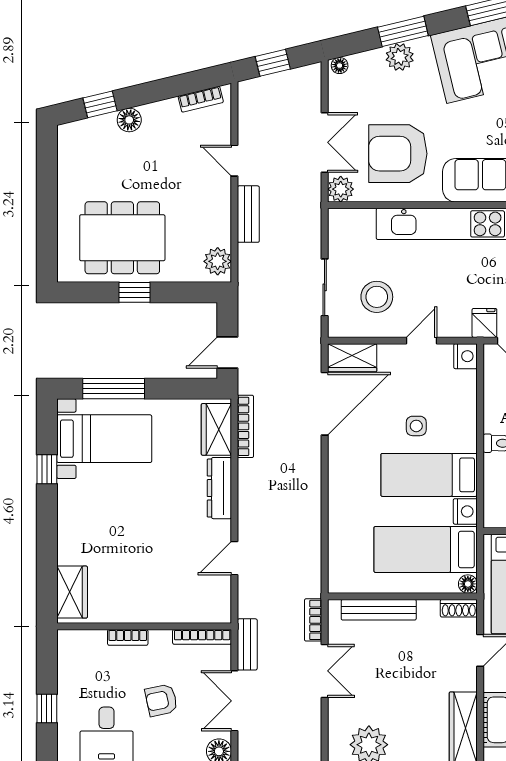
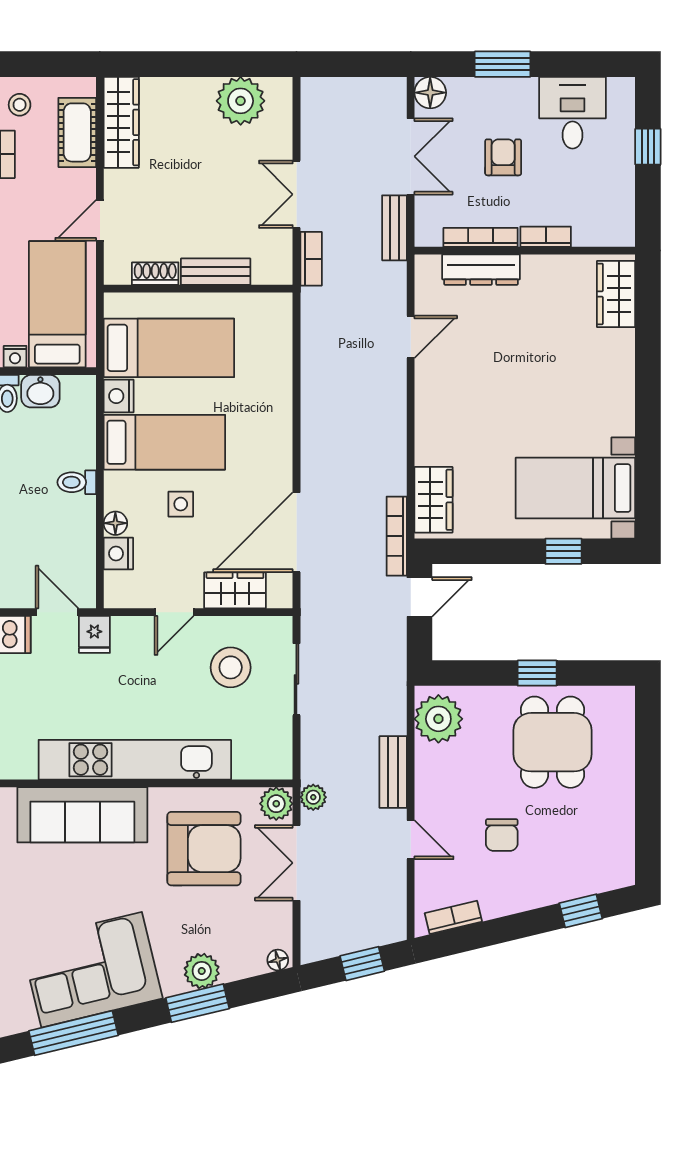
floor lamp: (129, 120) -> (544, 891), removed
chair: (162, 164) -> (502, 835), added
plant: (311, 194) -> (313, 797), added
dining table: (122, 238) -> (552, 742), width x0.73
plant: (218, 261) -> (438, 719), width x1.36, depth x1.36
nightstand: (466, 356) -> (118, 554), moved
wardrobe: (352, 358) -> (235, 590), moved
window: (114, 389) -> (563, 551), width x0.46
bookcase: (245, 426) -> (397, 536), moved
window: (47, 469) -> (648, 449), removed
dresser: (219, 488) -> (481, 270), moved, turned 90
floor lamp: (468, 584) -> (115, 523), moved
shoe rack: (459, 608) -> (155, 274), moved
bench: (379, 610) -> (216, 272), width x0.73
bookcase: (202, 637) -> (481, 237), moved
armchair: (161, 700) -> (503, 157), turned -78

